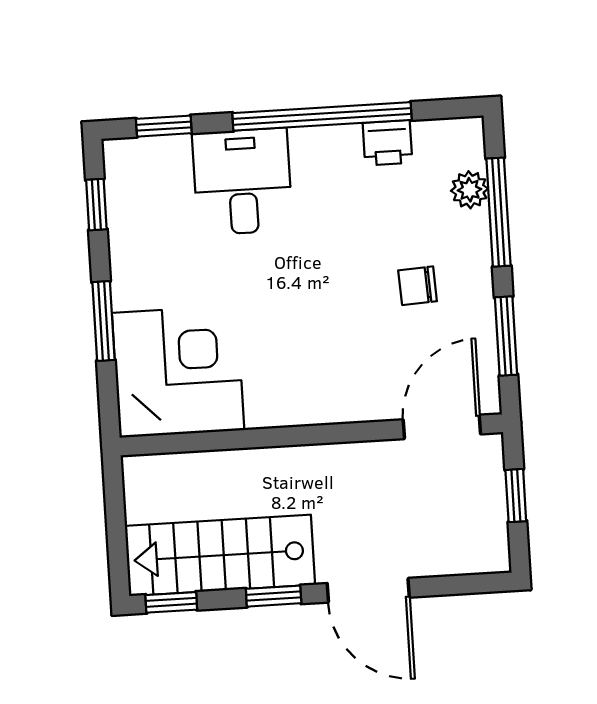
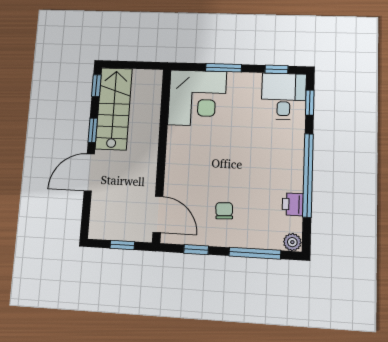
desk: (242, 182) -> (284, 96), moved, turned -90
plant: (470, 190) -> (292, 242), moved
window: (506, 336) -> (196, 250), width x0.67

